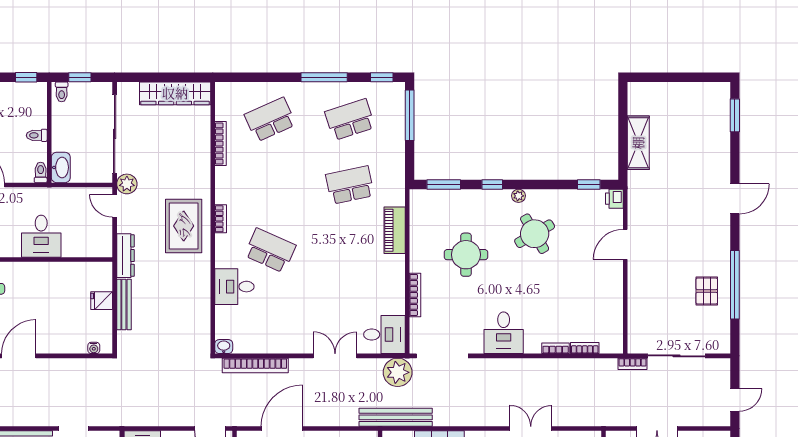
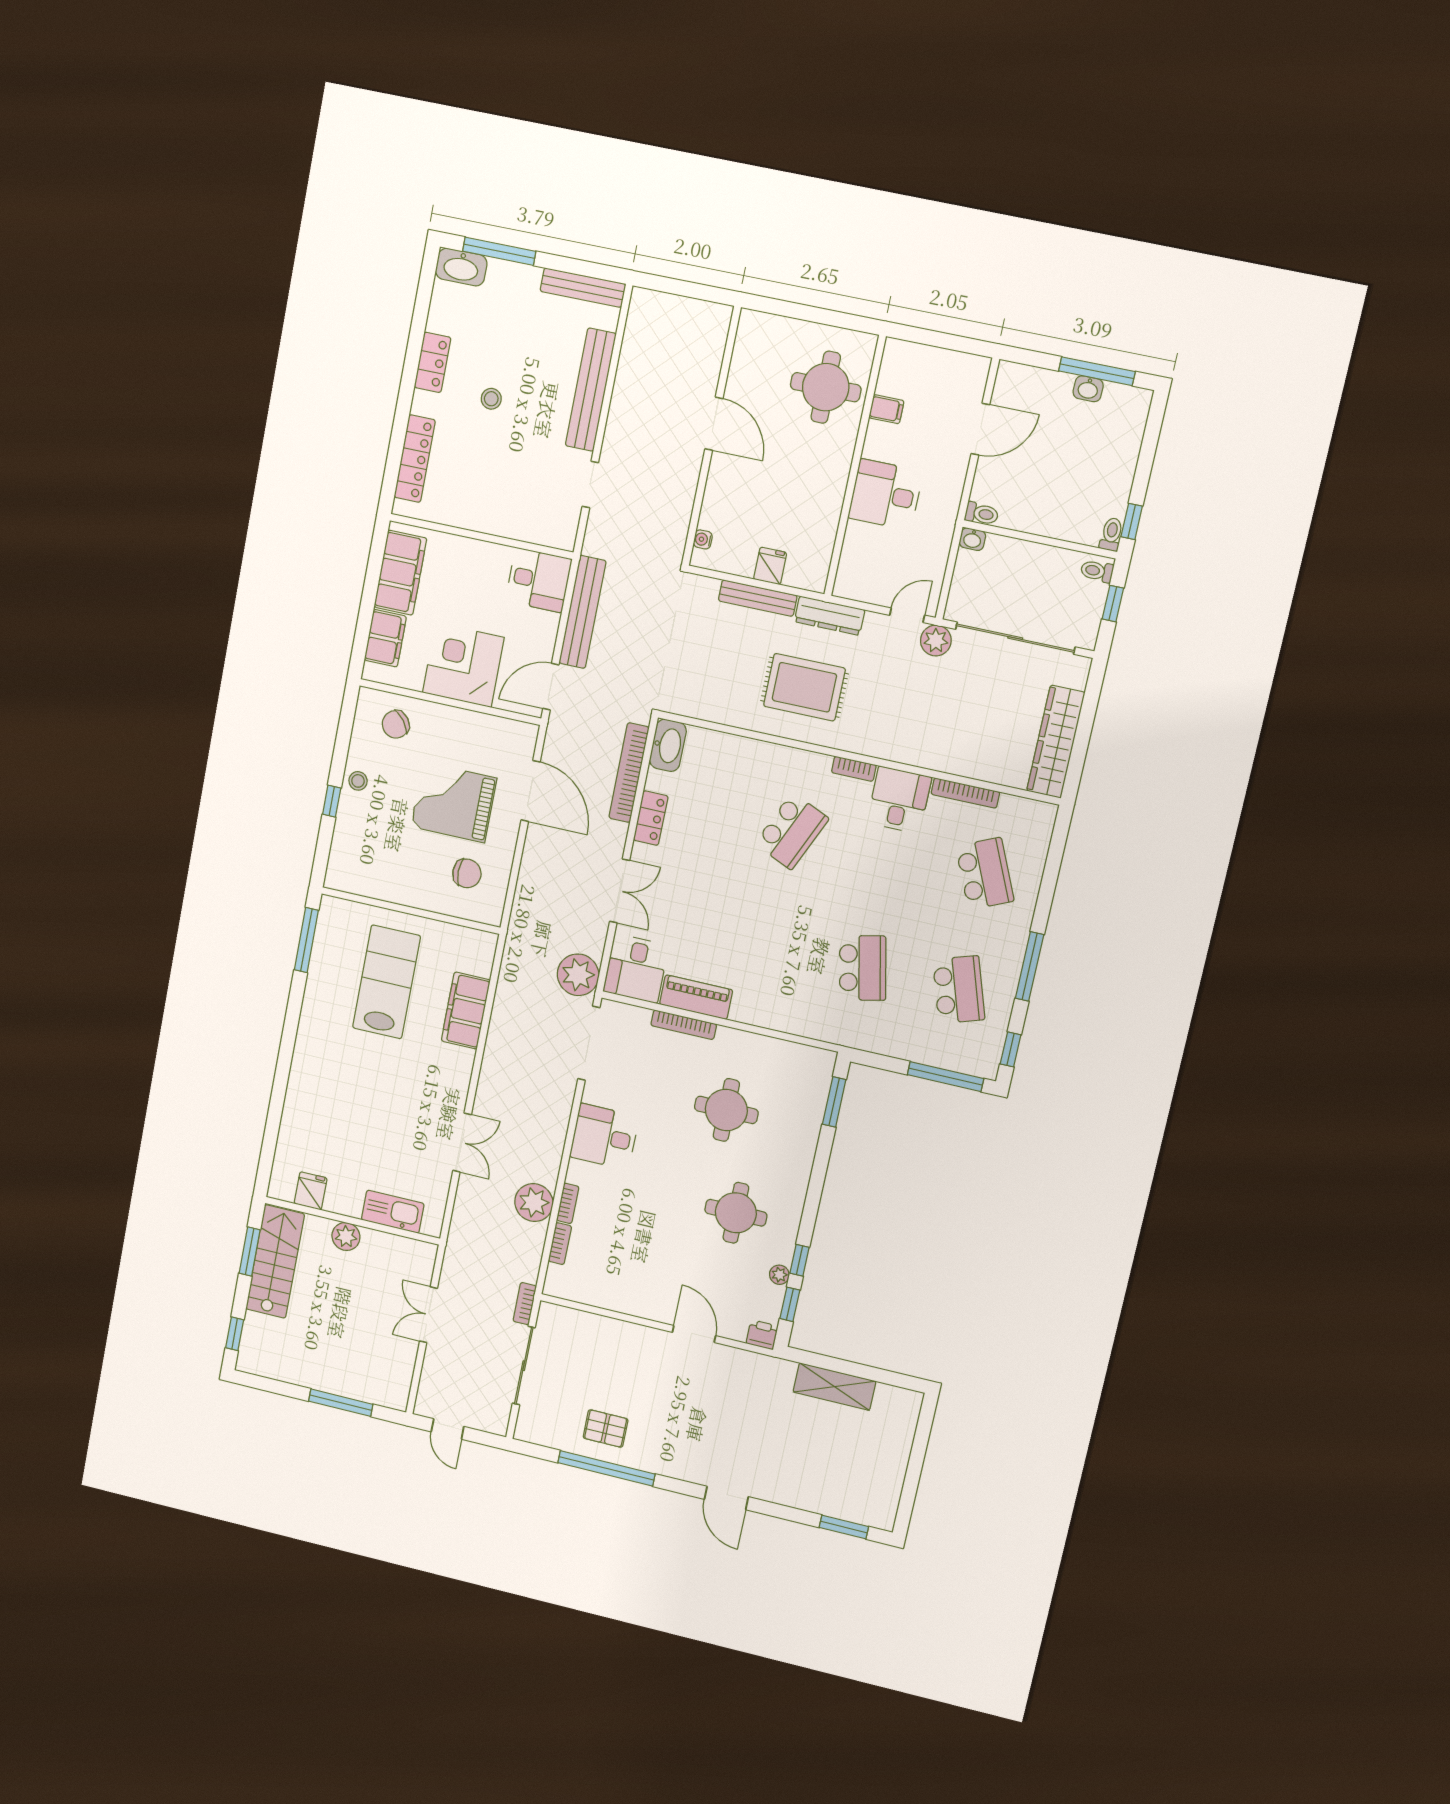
toilet: (37, 135) -> (1111, 534), moved
washbasin: (61, 167) -> (972, 539), width x0.52, depth x0.69
window: (492, 184) -> (800, 1260), moved
plant: (519, 196) -> (779, 1275), moved
rug: (184, 226) -> (804, 687), moved
piano: (395, 230) -> (696, 997), moved
round table: (535, 234) -> (736, 1213), turned 30
desk: (234, 287) -> (899, 800), moved
locker: (282, 345) -> (651, 818), added
washbasin: (224, 347) -> (668, 745), width x1.91, depth x1.45
plant: (561, 371) -> (534, 1203), added
bench: (396, 417) -> (582, 612), moved

